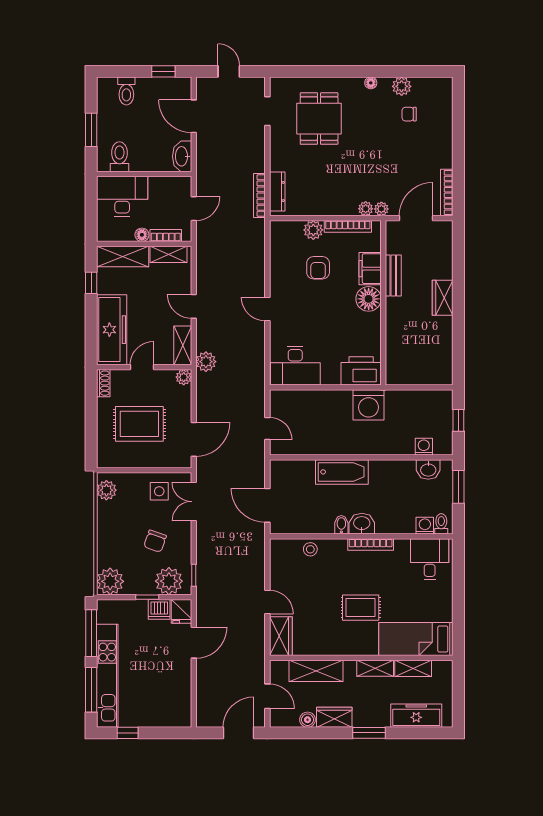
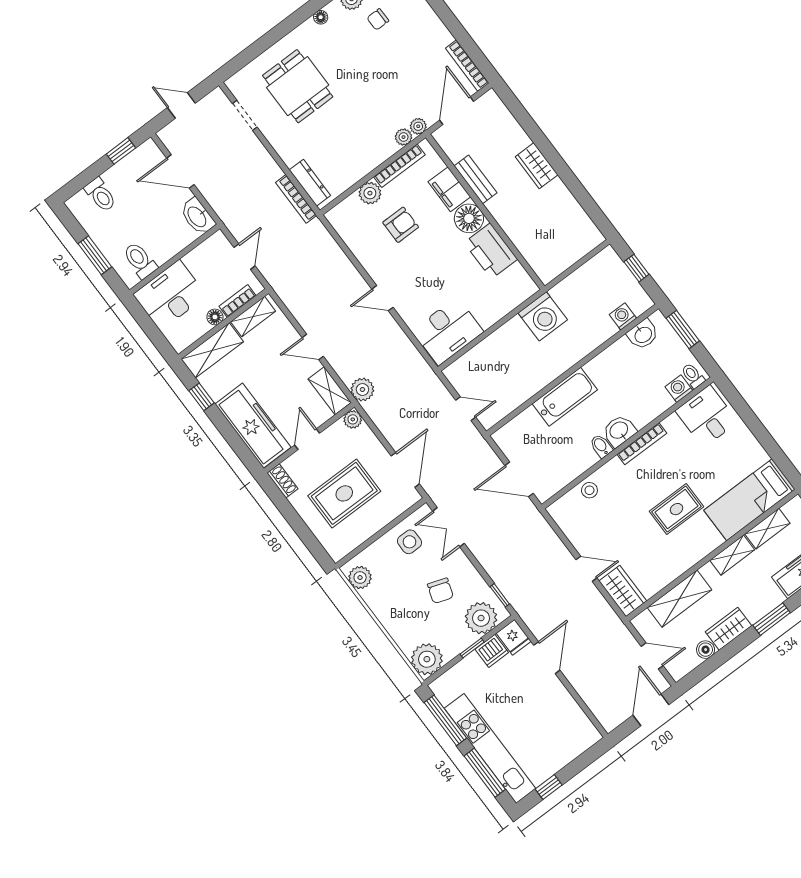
armchair: (318, 268) -> (401, 225), turned -90
printer: (361, 371) -> (491, 251), moved, turned -90

